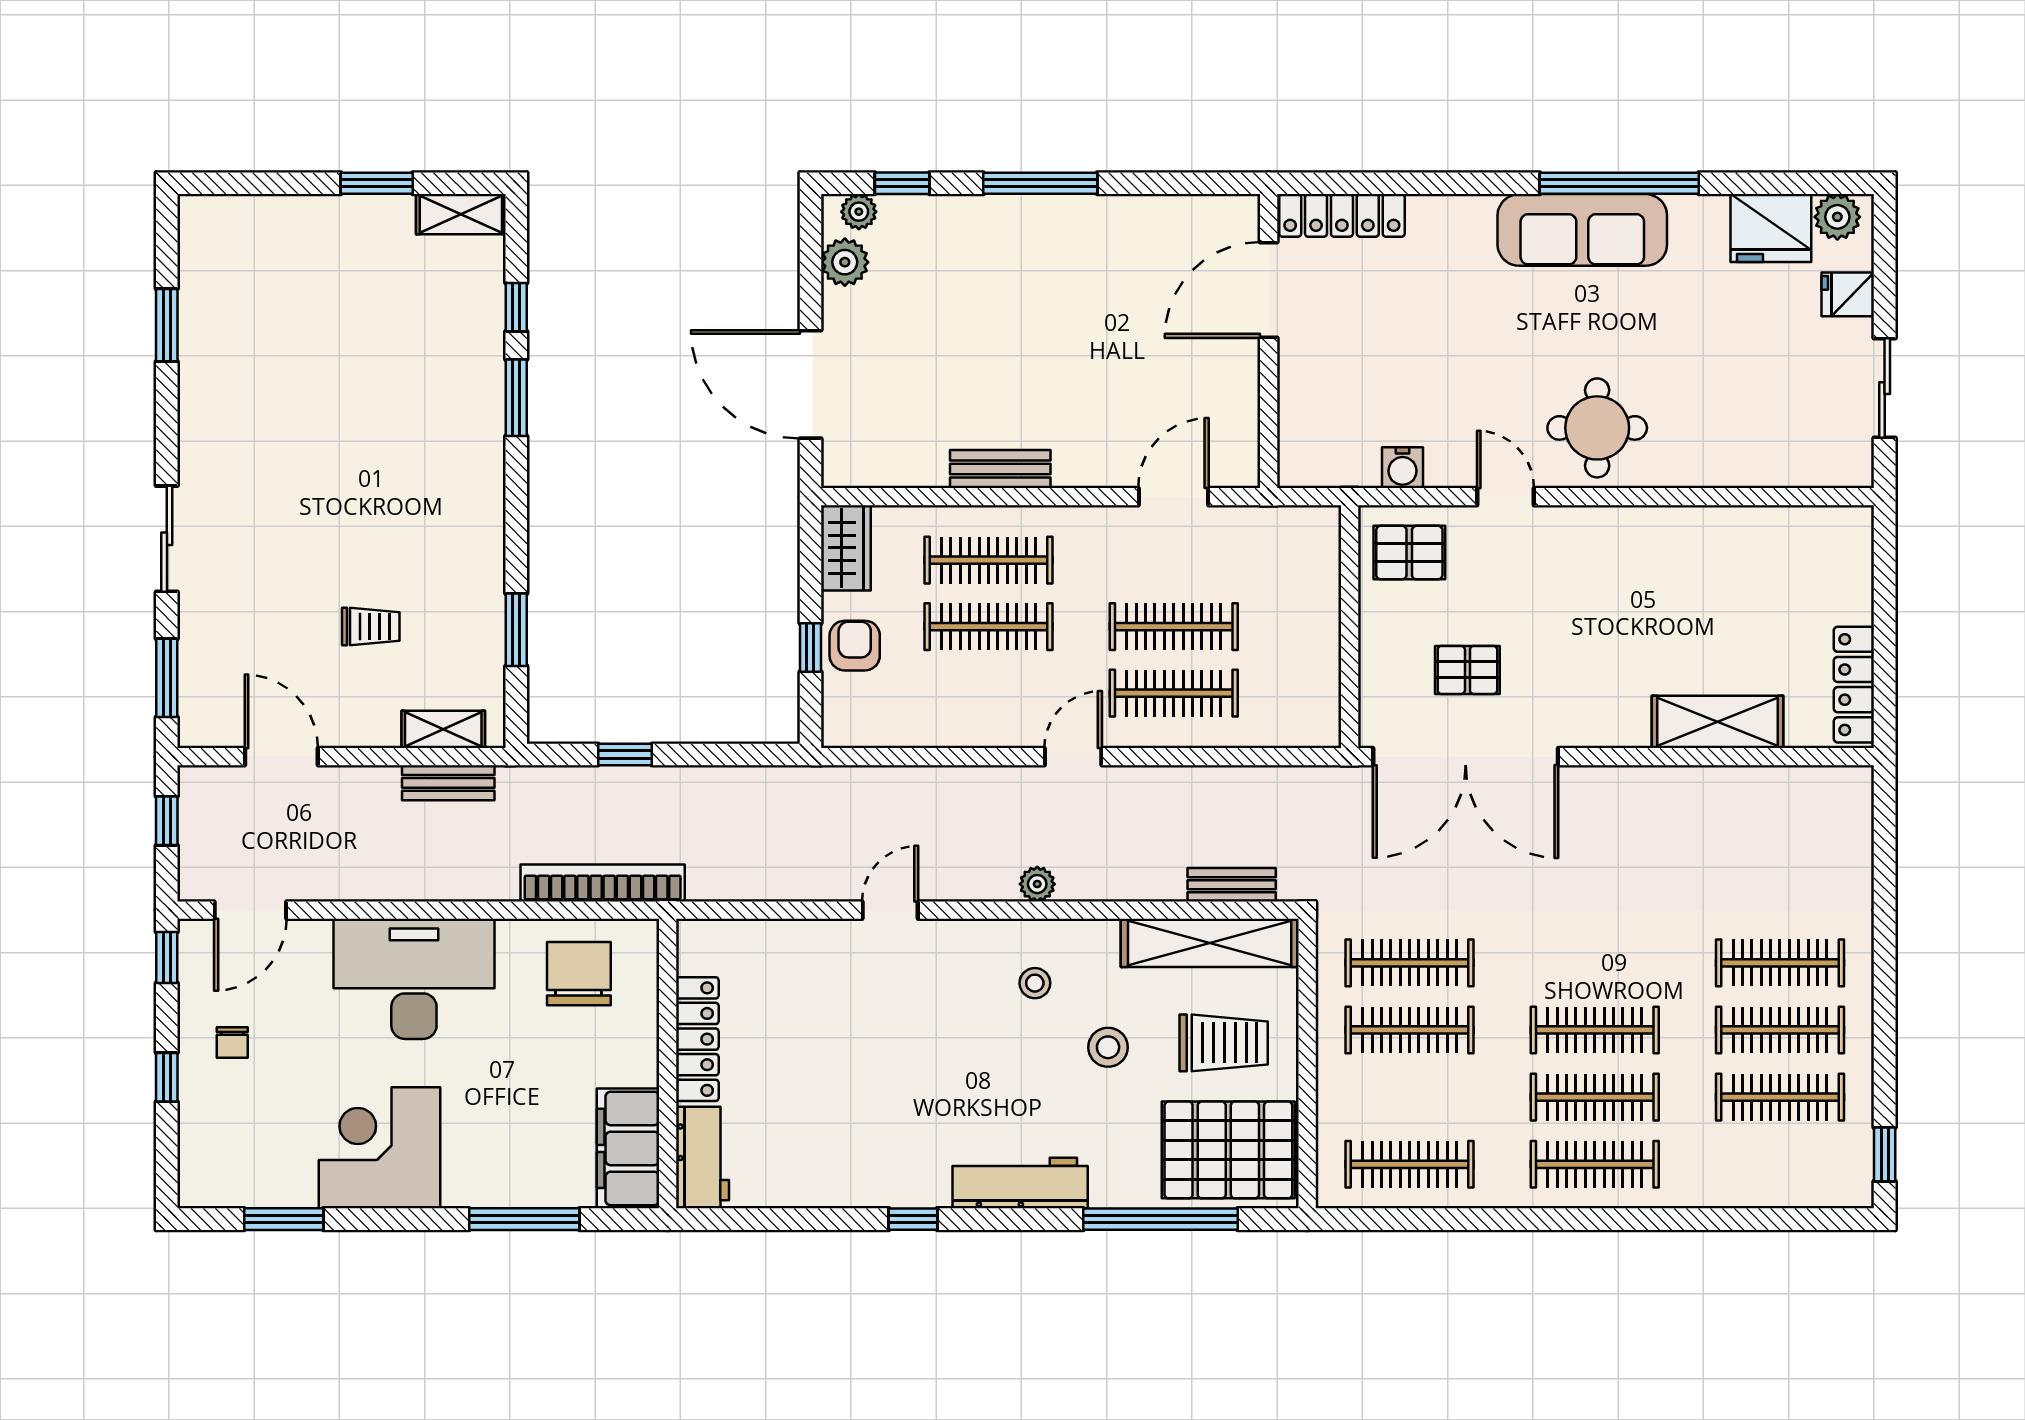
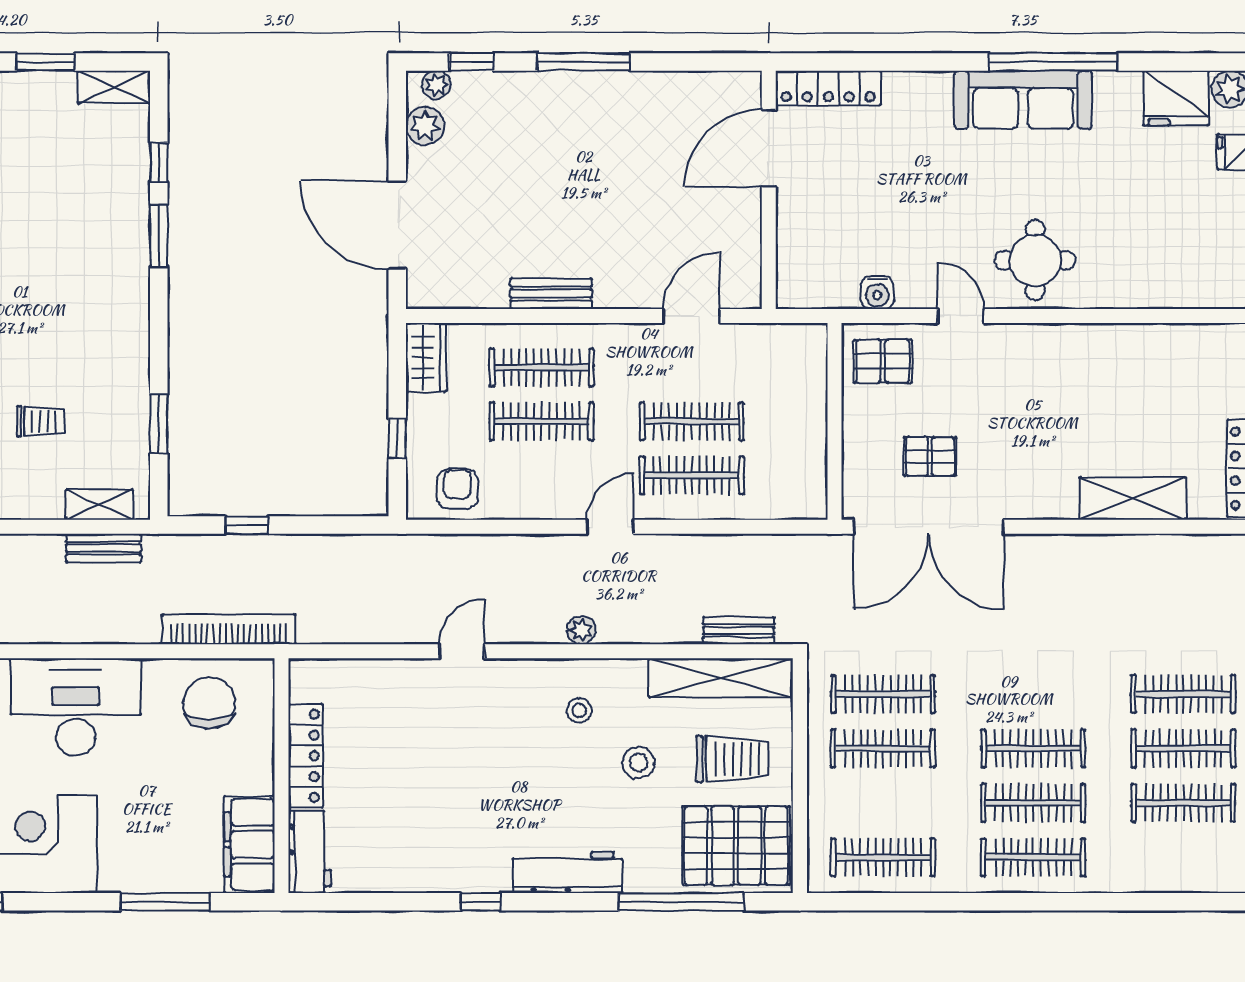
armchair: (855, 646) -> (457, 489), moved

